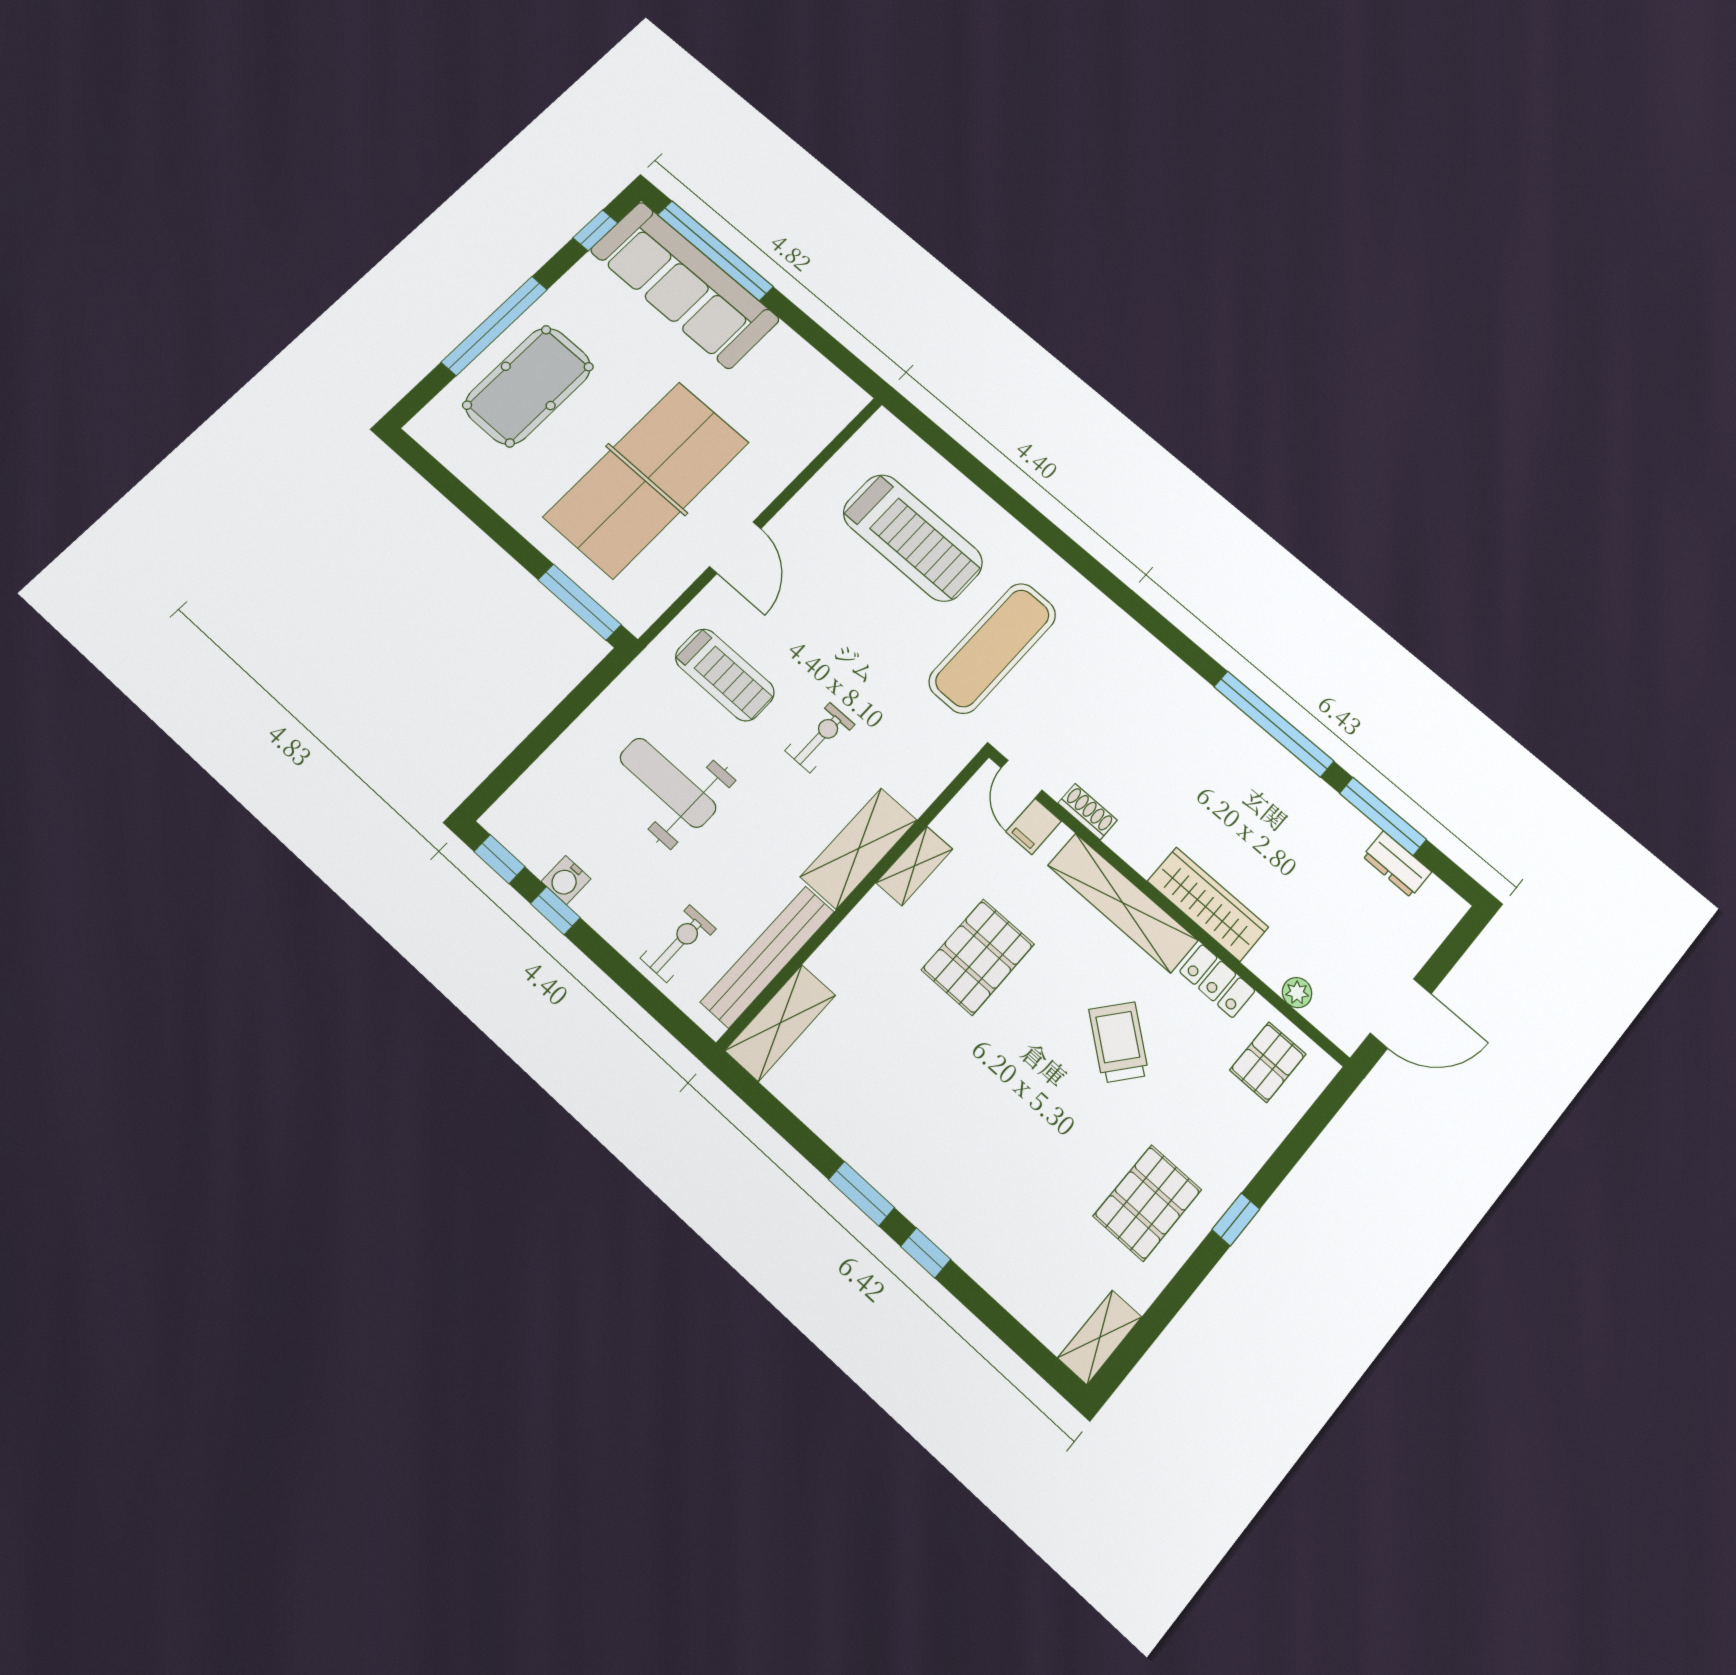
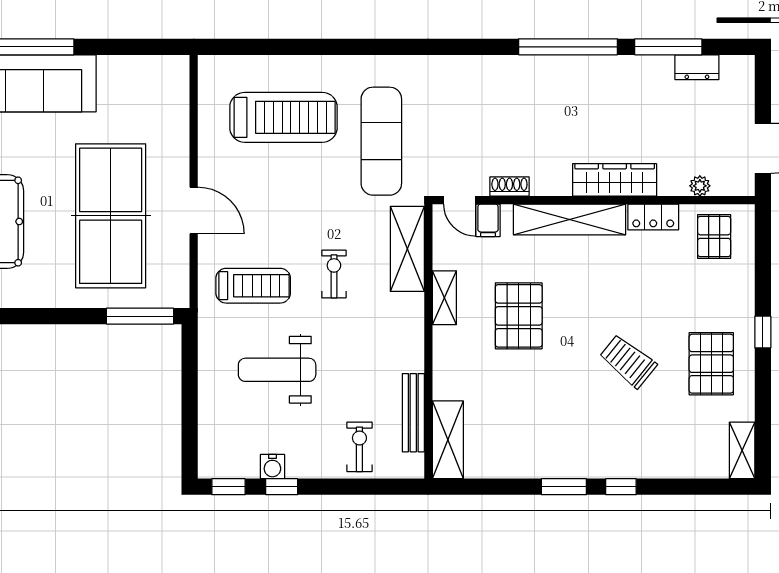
shelving: (859, 848) -> (407, 249), moved
bench: (767, 957) -> (413, 413), width x0.73, depth x0.82
trolley: (1119, 1042) -> (628, 361), moved

